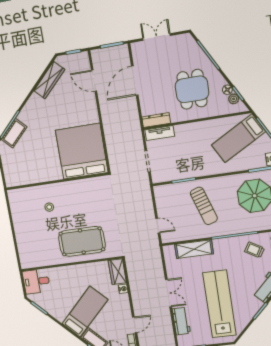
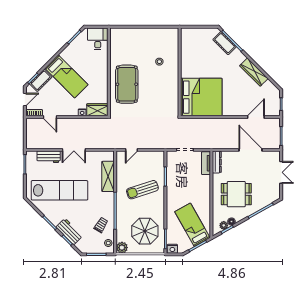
wardrobe: (49, 80) -> (254, 72), moved

